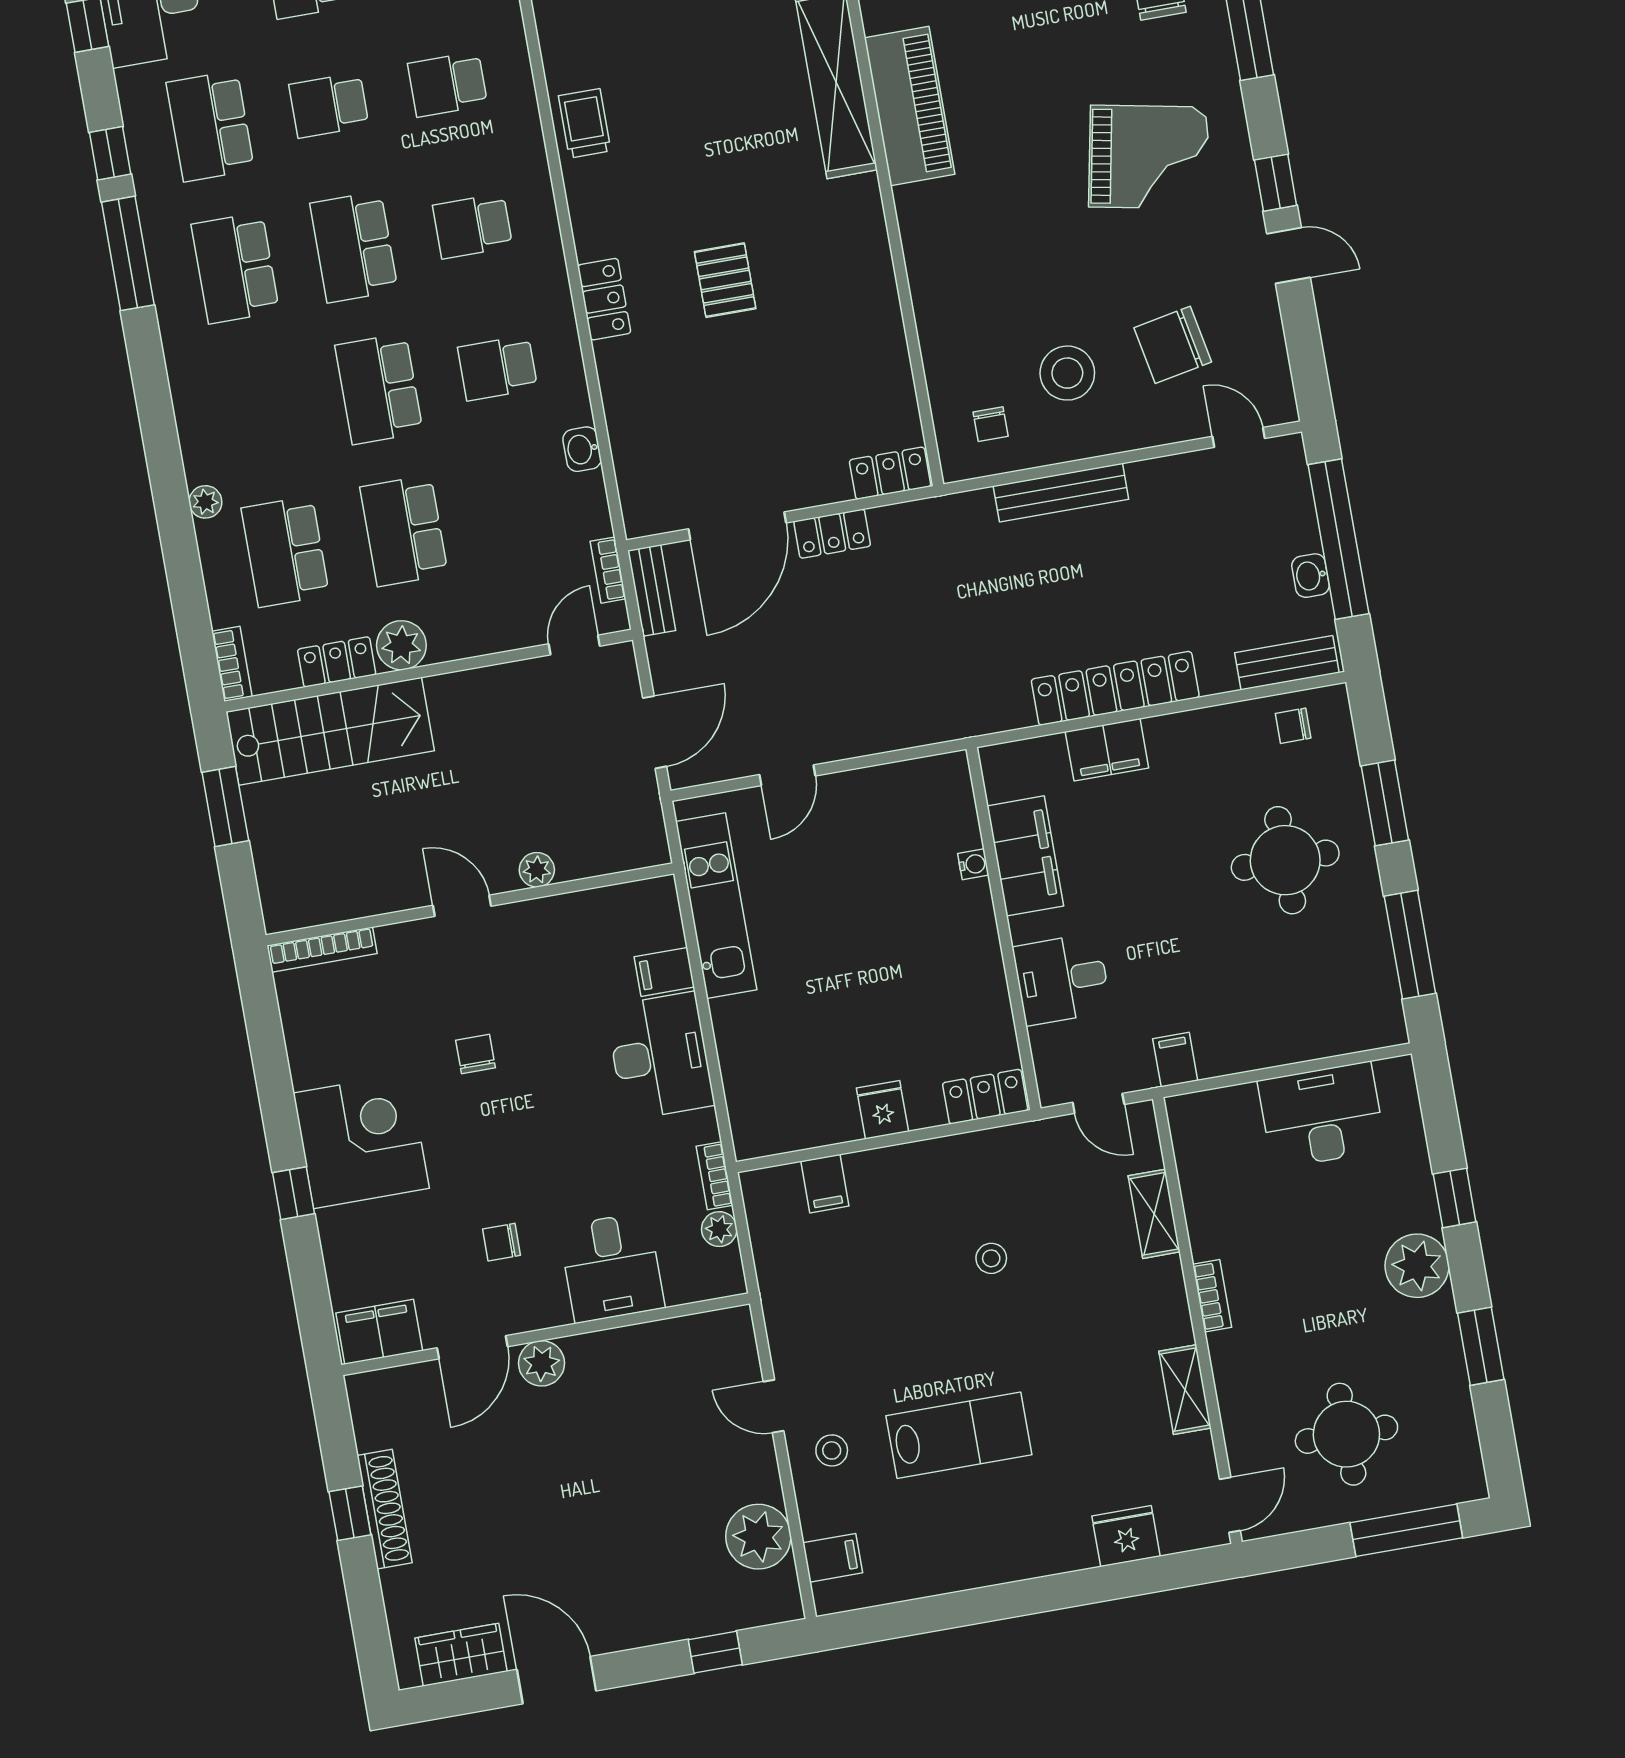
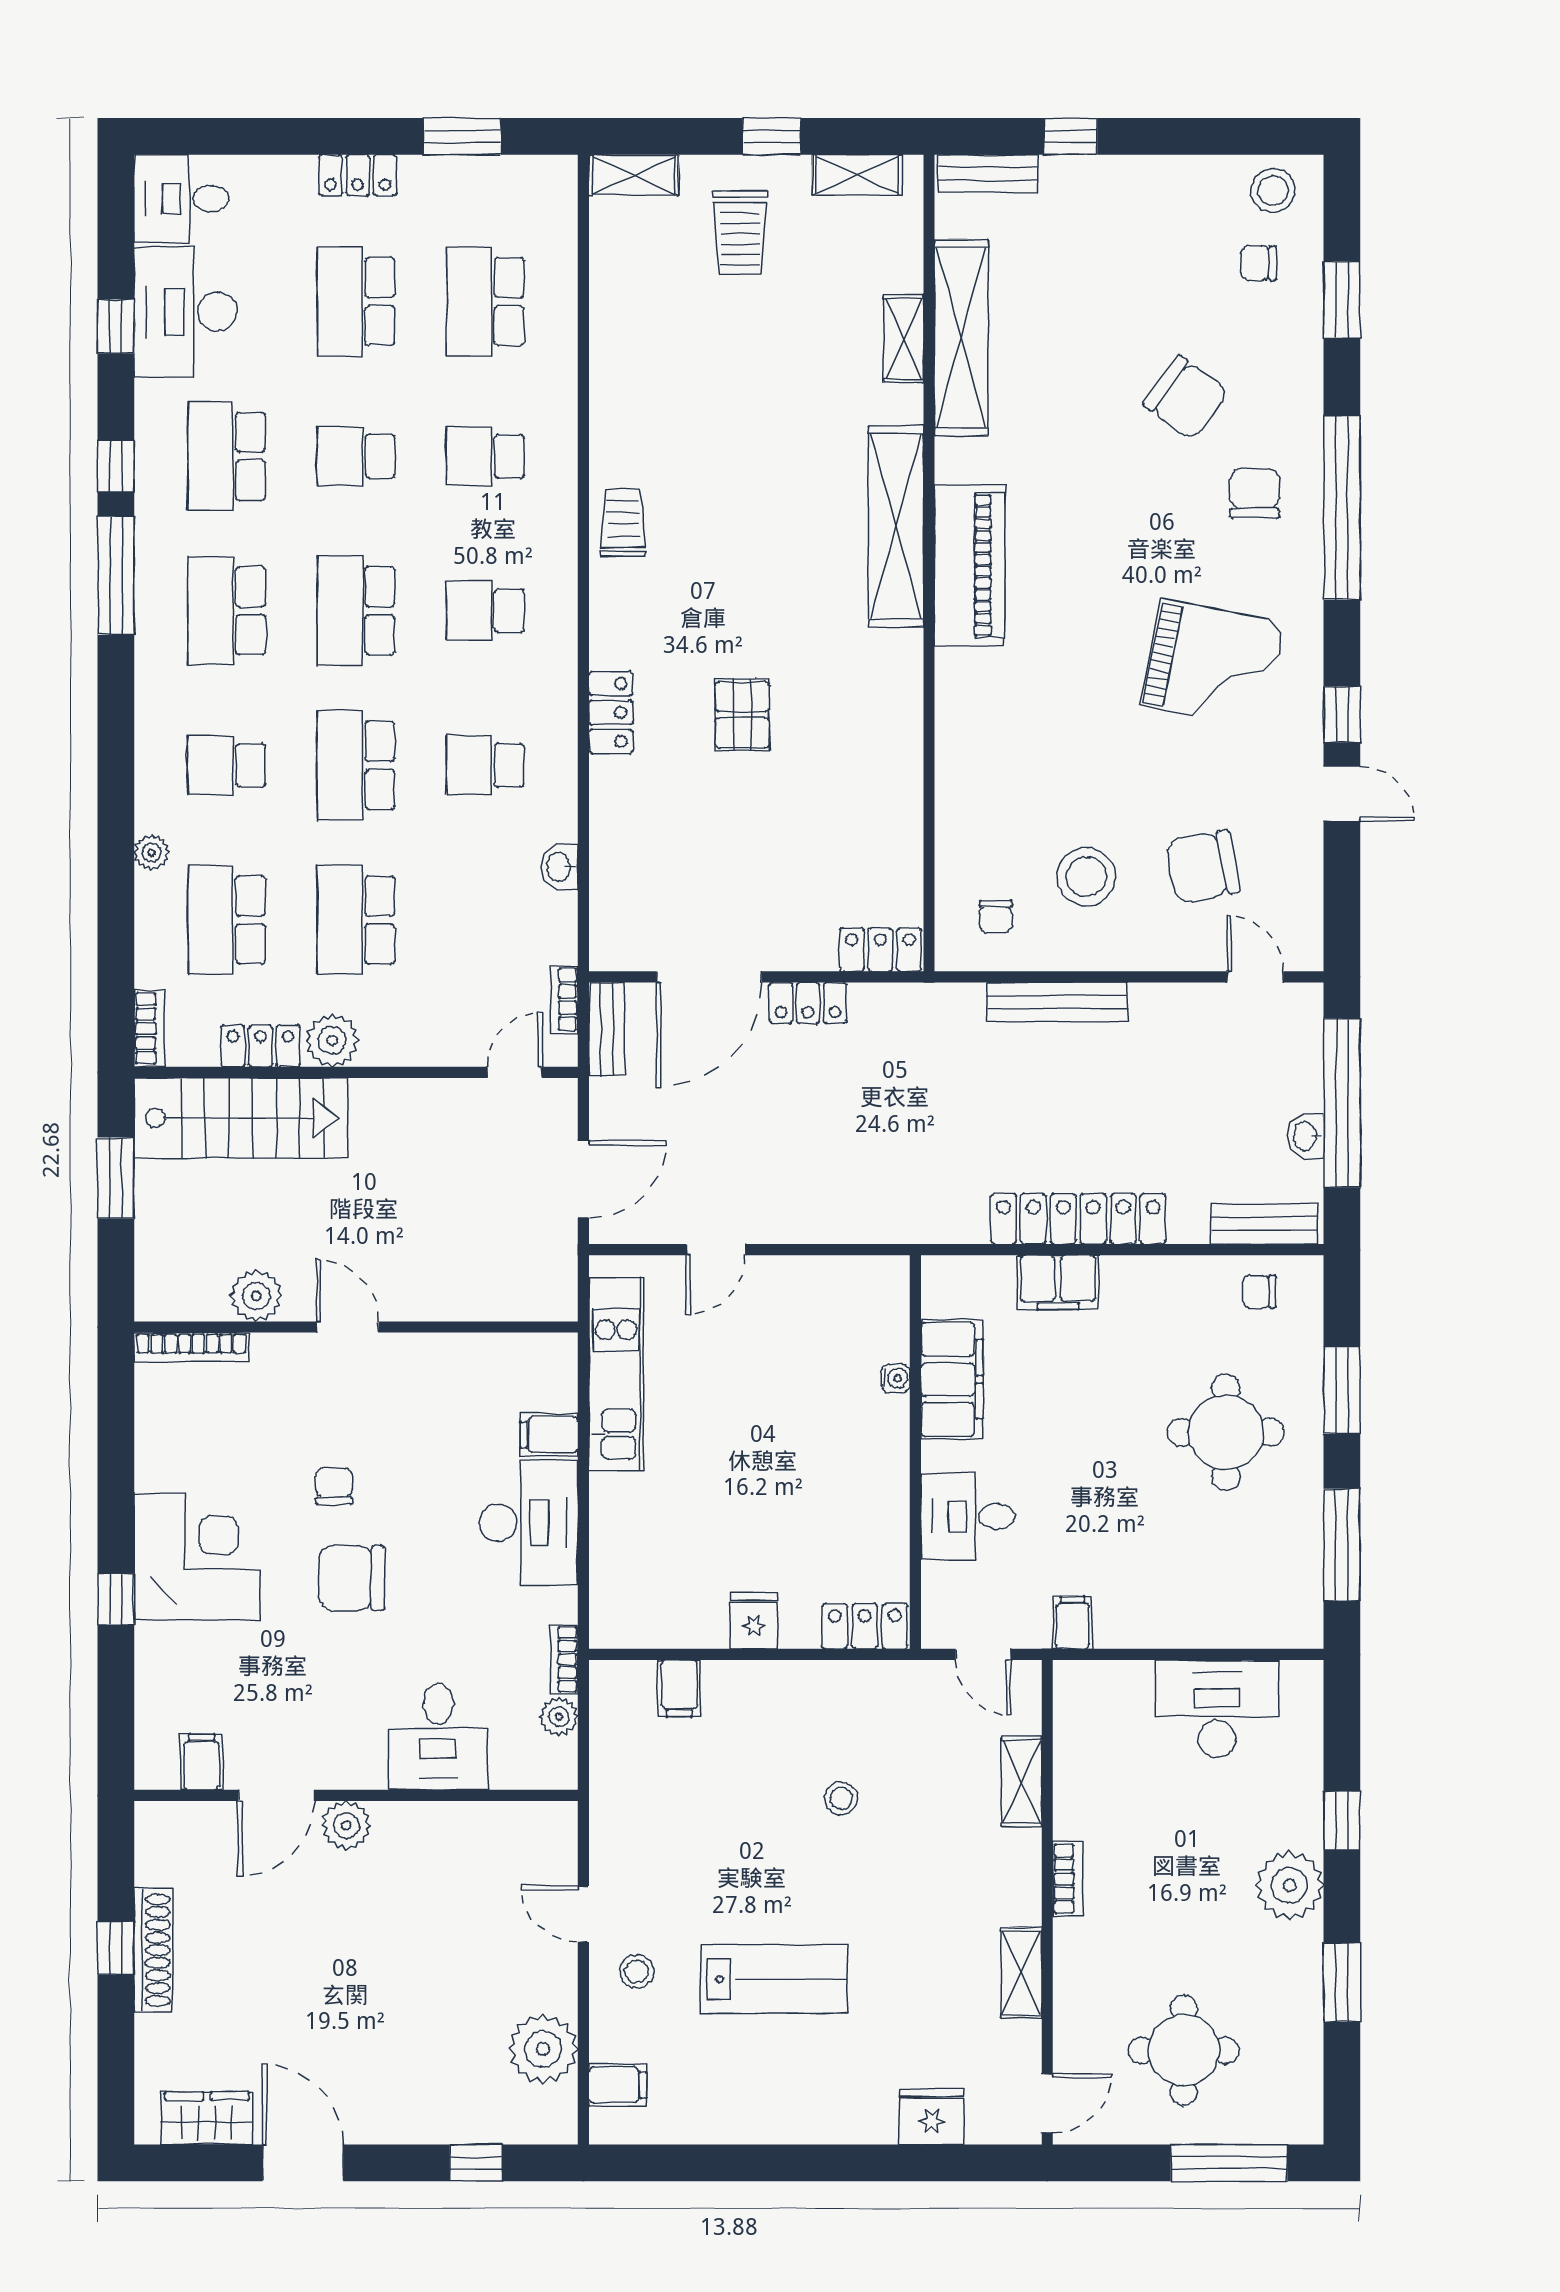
school desk: (260, 410) -> (227, 765), added
plant: (537, 870) -> (256, 1296), moved, width x1.38, depth x1.38
chair: (502, 1242) -> (352, 1578), moved, width x1.87, depth x1.87
filing cabinet: (379, 1332) -> (202, 1762), width x0.50

